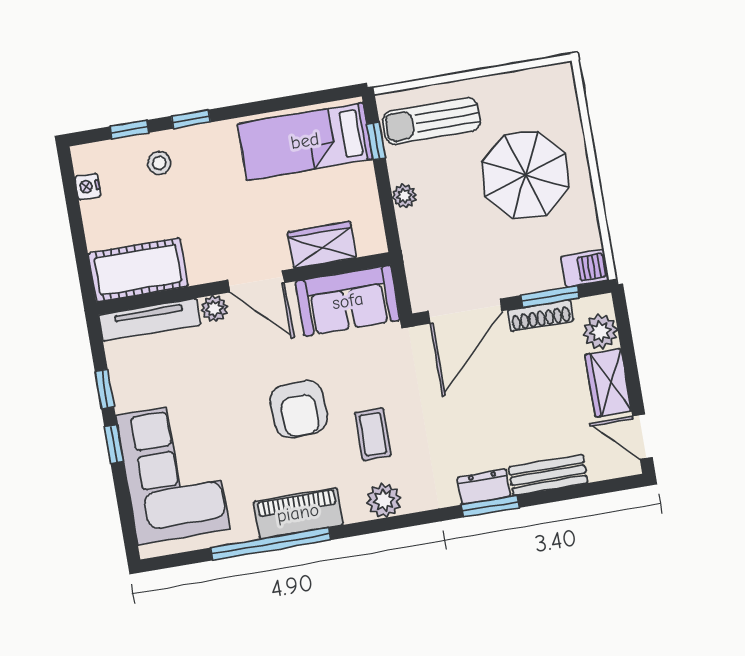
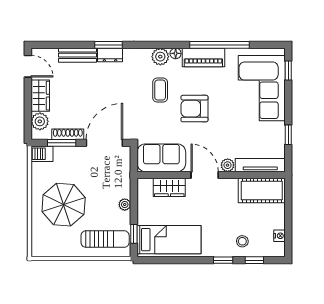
armchair: (299, 409) -> (194, 109), turned -88
window: (114, 444) -> (288, 71), moved
floor lamp: (355, 512) -> (176, 53), added

